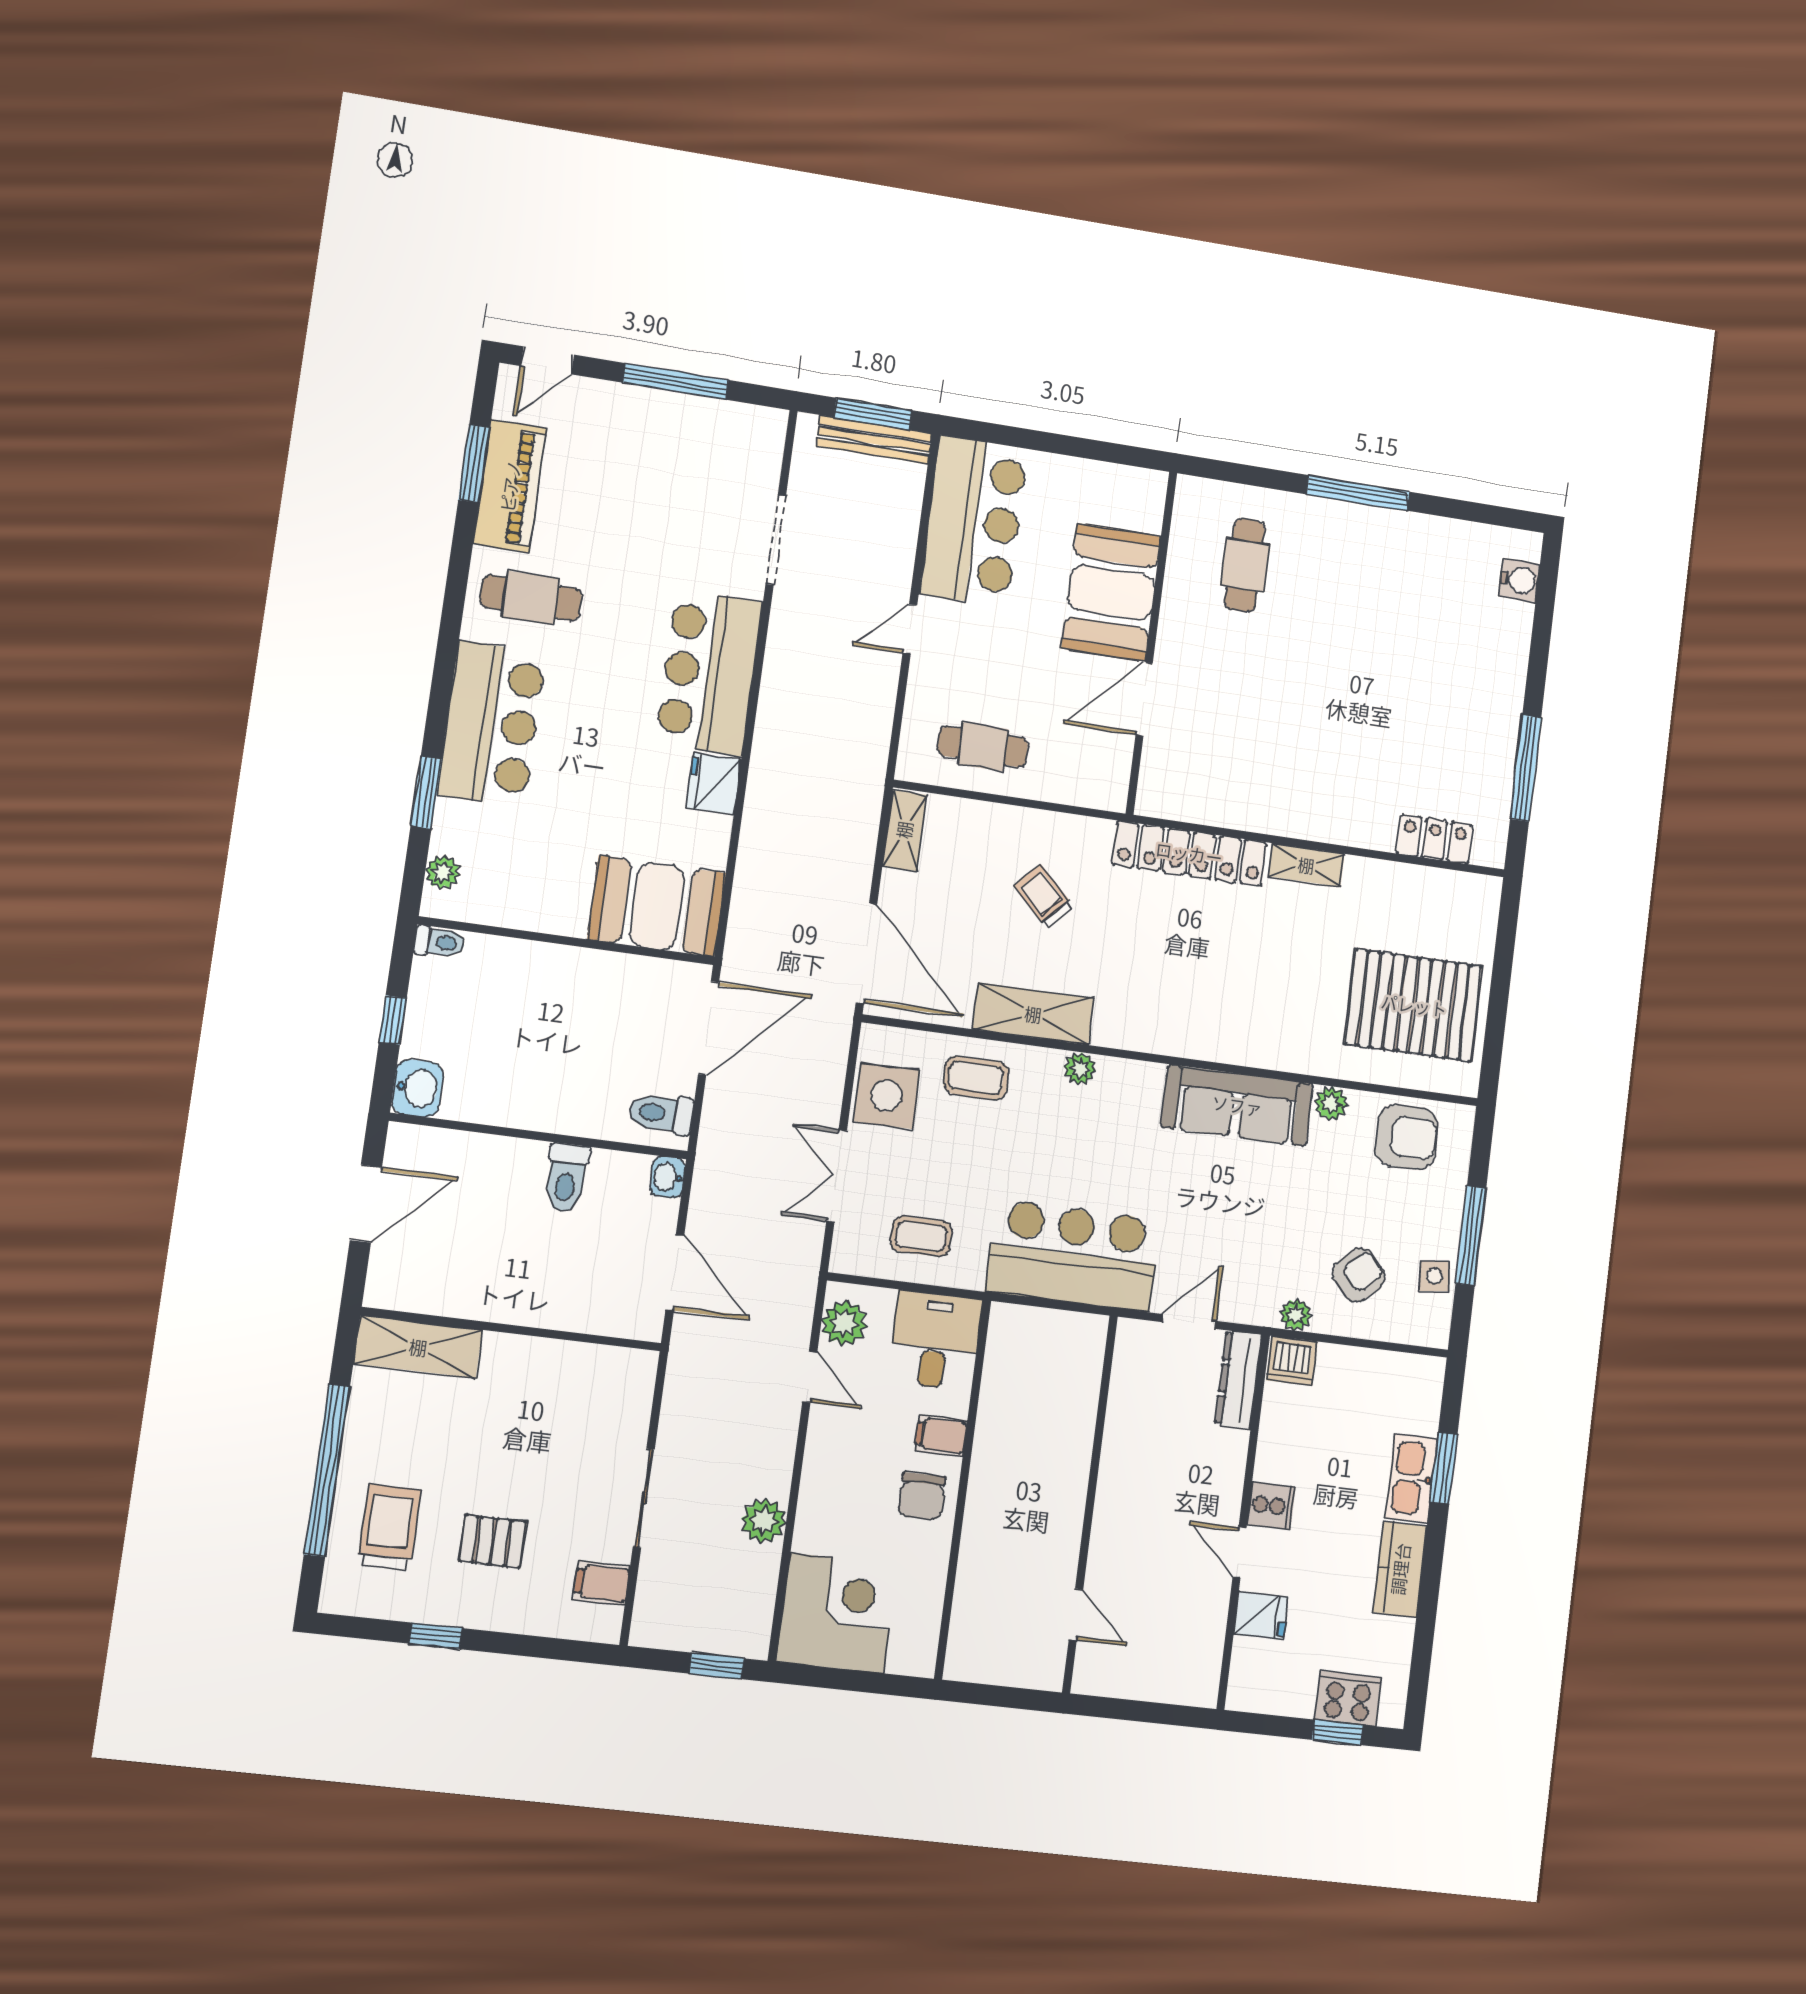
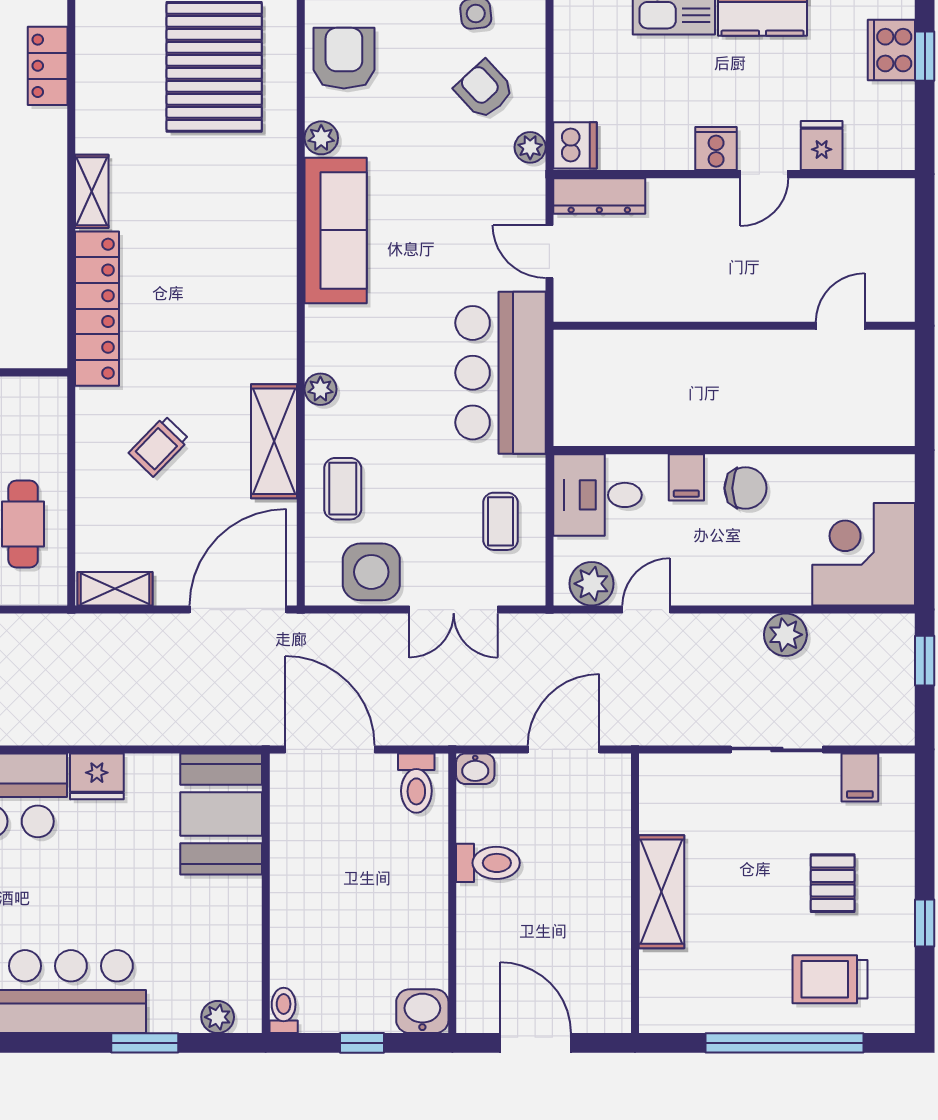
shelving: (418, 1347) -> (662, 892), moved

